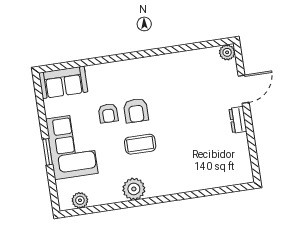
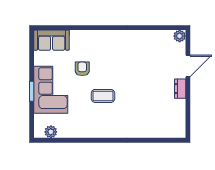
armchair: (136, 111) -> (104, 70), removed
armchair: (108, 113) -> (82, 69), turned 180
plant: (134, 189) -> (93, 129), removed

